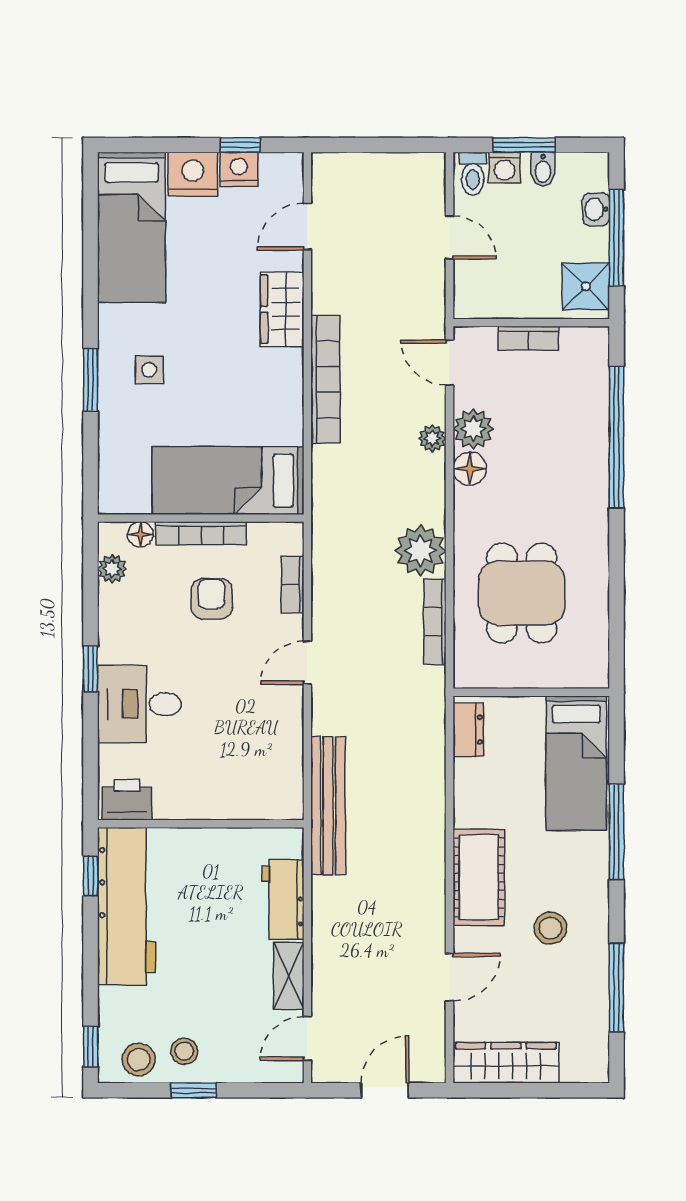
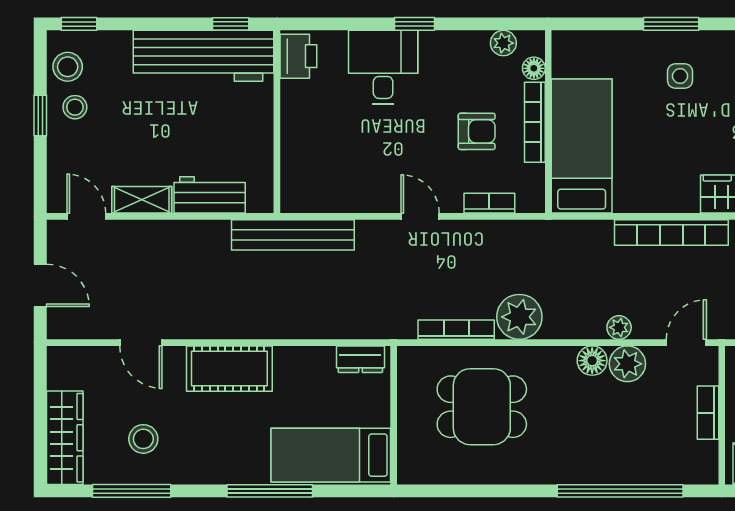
stool: (550, 928) -> (143, 439), moved
wardrobe: (506, 1063) -> (65, 438), moved

